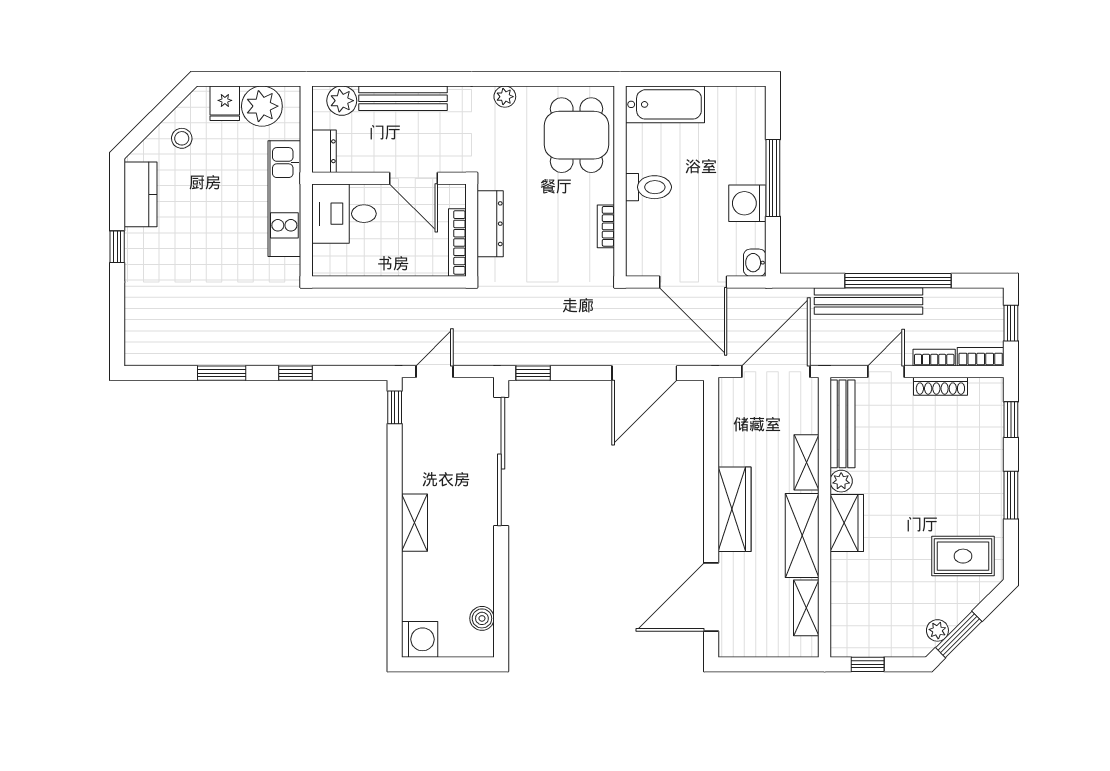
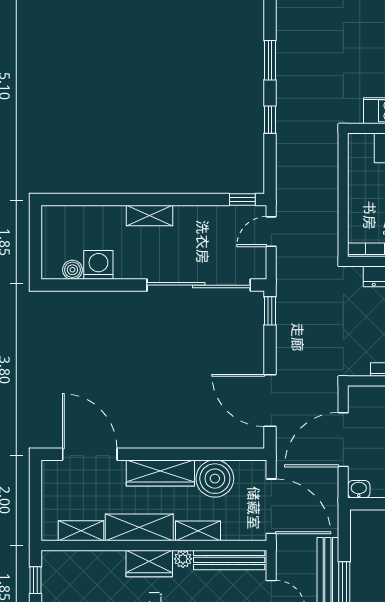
door: (434, 372) -> (271, 232), swing flipped
boiler: (741, 441) -> (215, 479), added
washing machine: (420, 639) -> (98, 265), moved, turned 180

